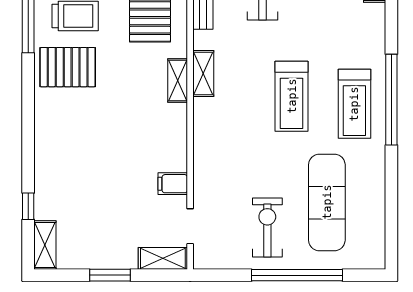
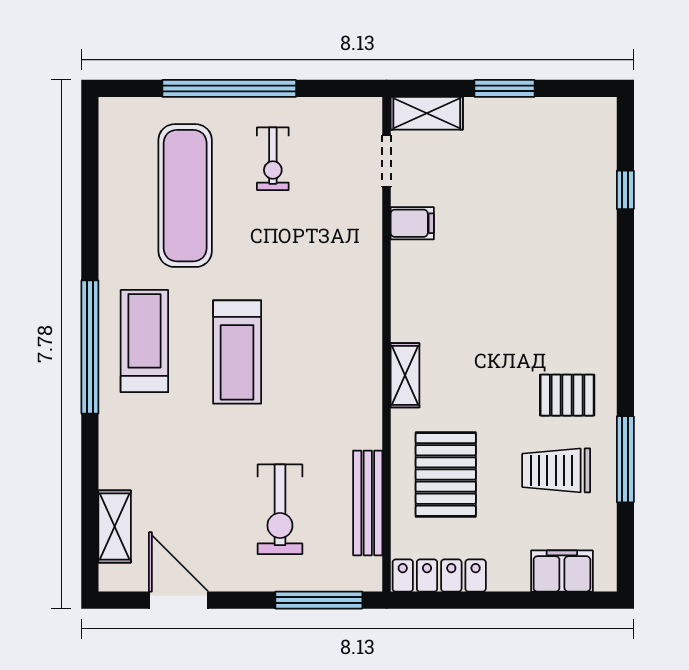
pallet: (68, 67) -> (567, 395), width x0.67, depth x0.71
shelving: (203, 73) -> (367, 386), removed
treadmill: (292, 96) -> (237, 352), turned 180
exercise bike: (267, 227) -> (273, 159), width x0.73, depth x0.72
shelving: (45, 245) -> (601, 133), removed

